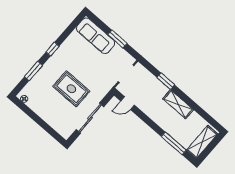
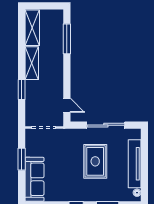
tv unit: (46, 115) -> (135, 164), added
shelving: (202, 142) -> (32, 28), moved, turned 90

